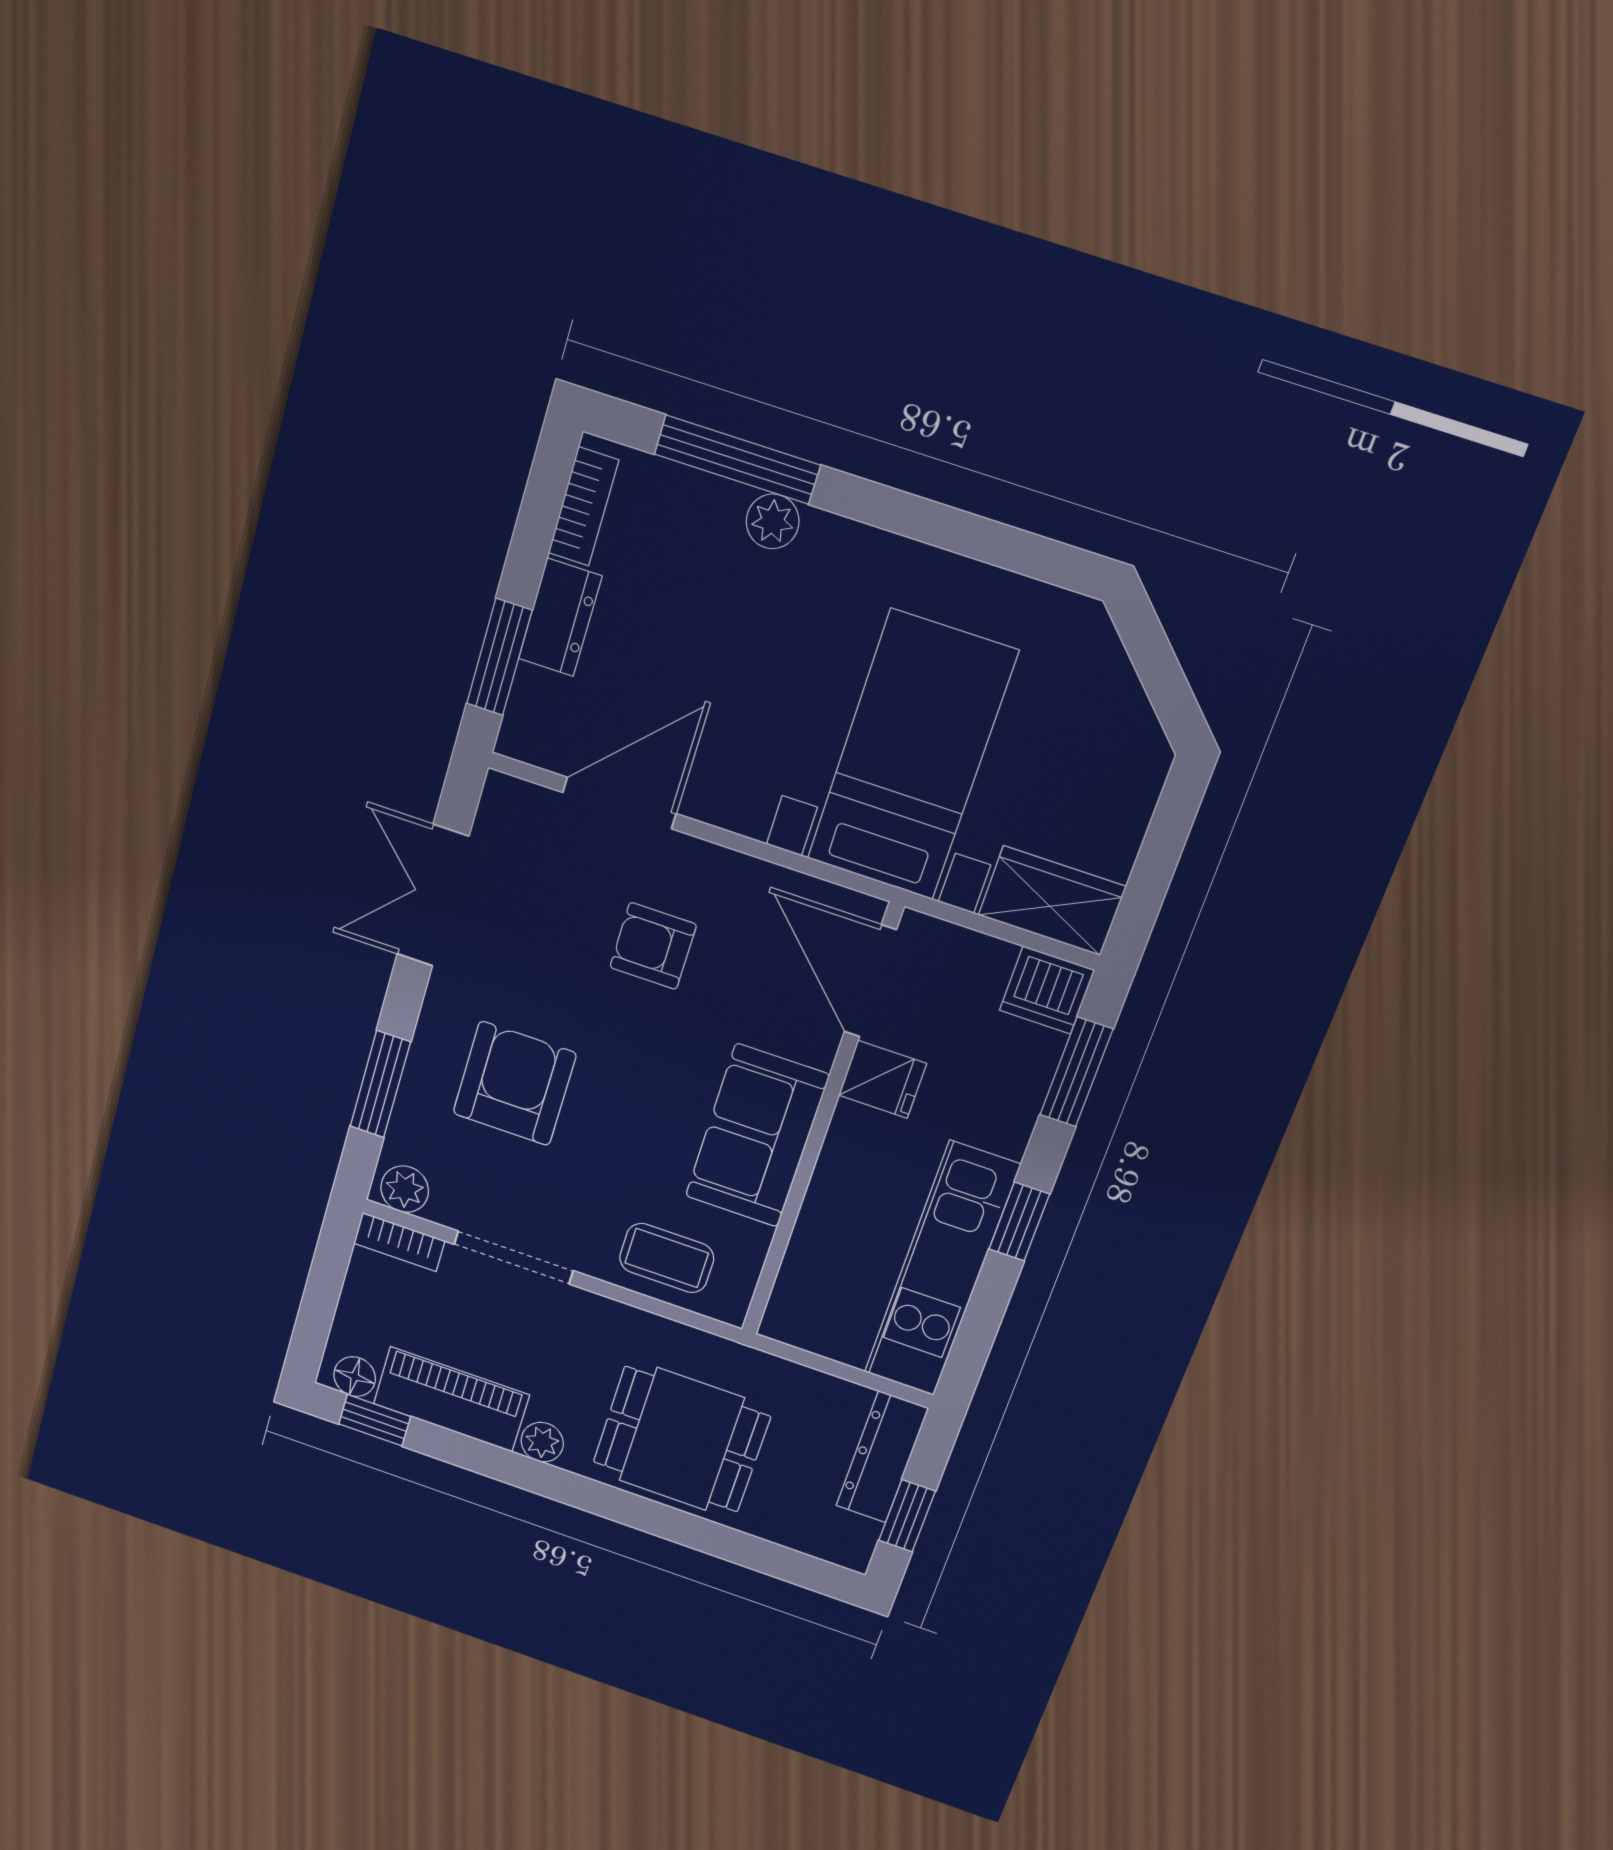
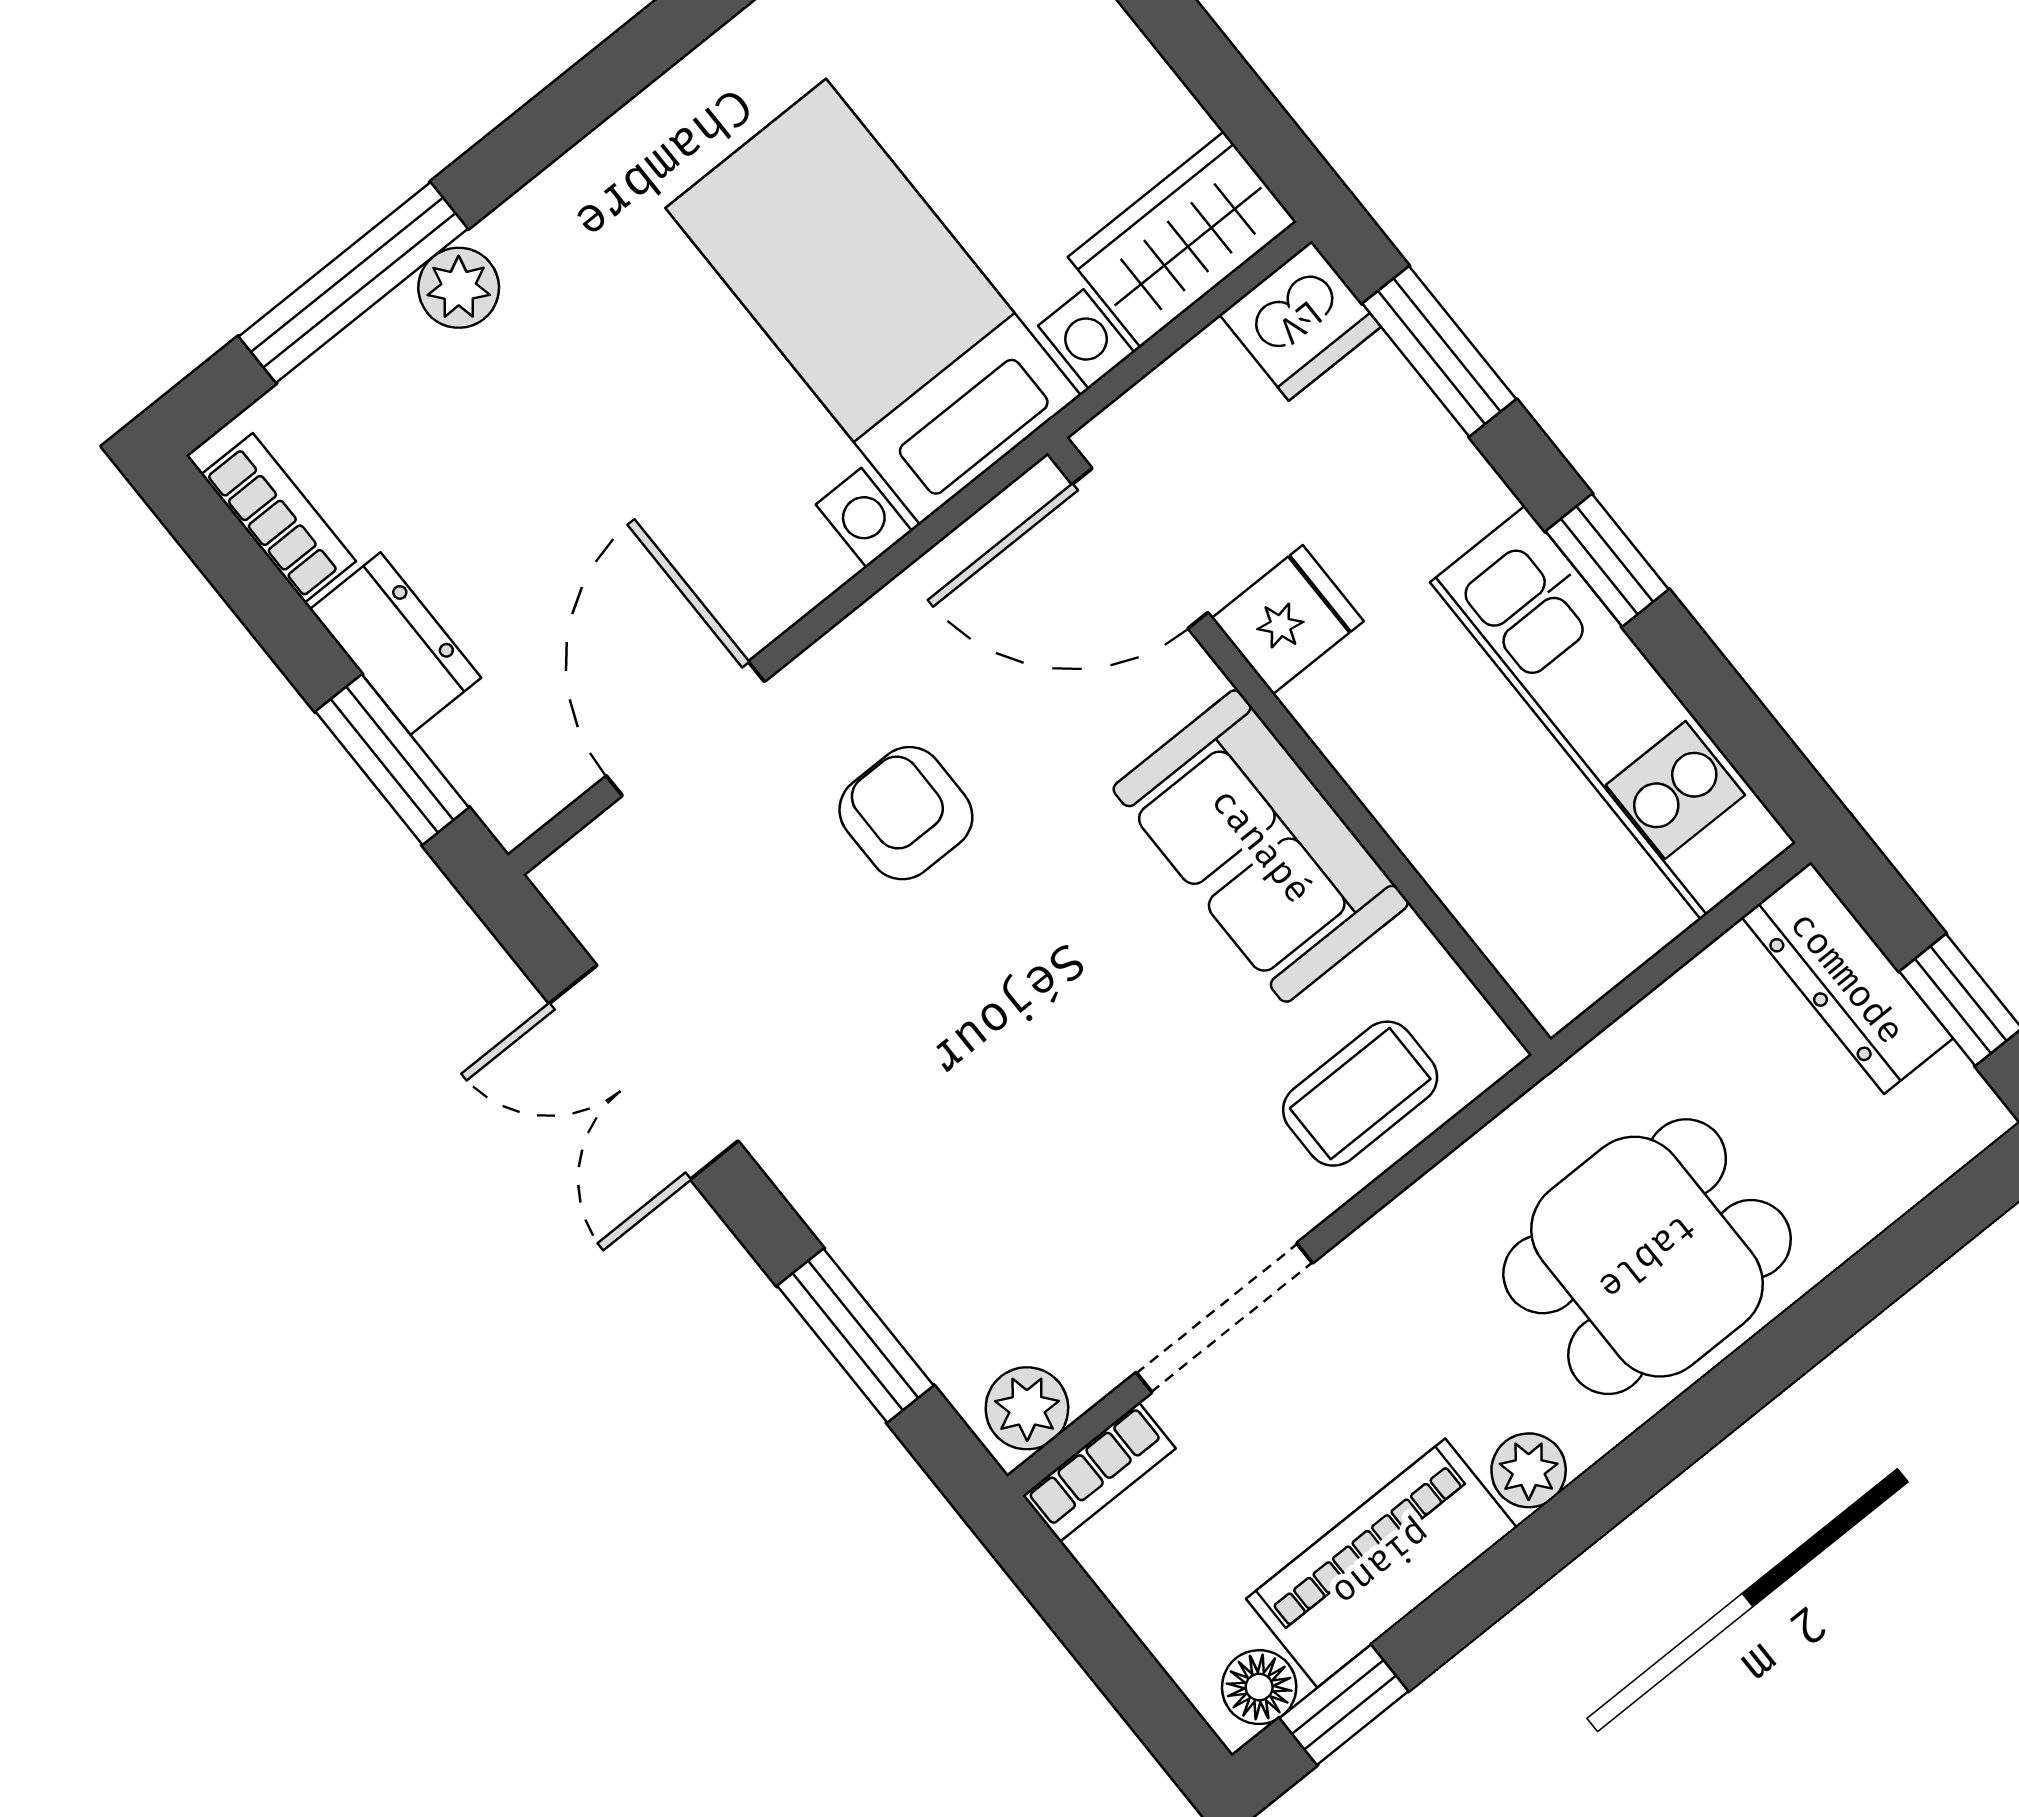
armchair: (653, 946) -> (906, 813), turned 90
armchair: (515, 1083) -> (975, 1140), removed

